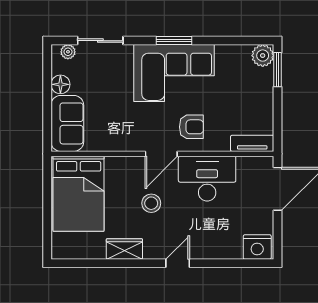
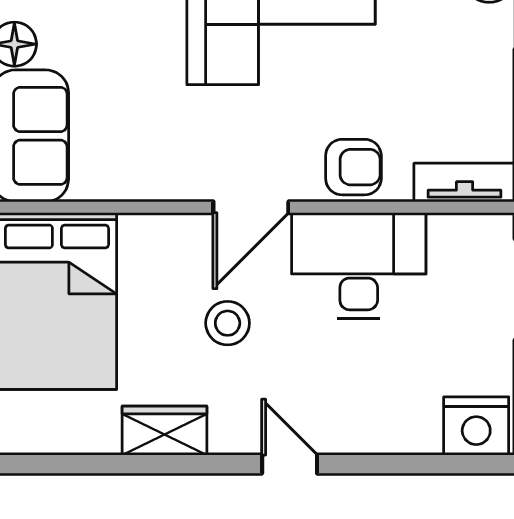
armchair: (191, 127) -> (353, 167), moved
door: (178, 263) -> (290, 464), hinge flipped

